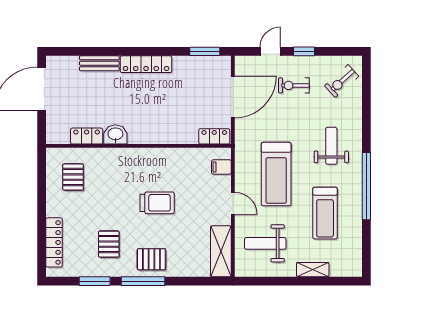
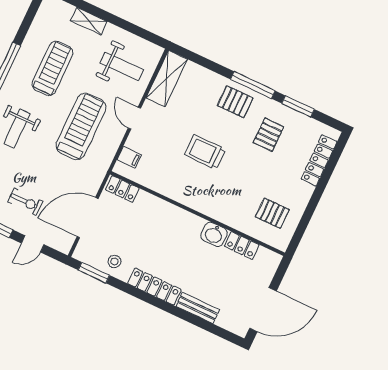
stool: (191, 70) -> (114, 261), added
pallet: (73, 177) -> (272, 213), turned 90

